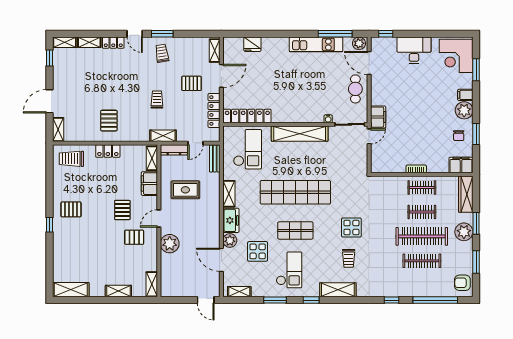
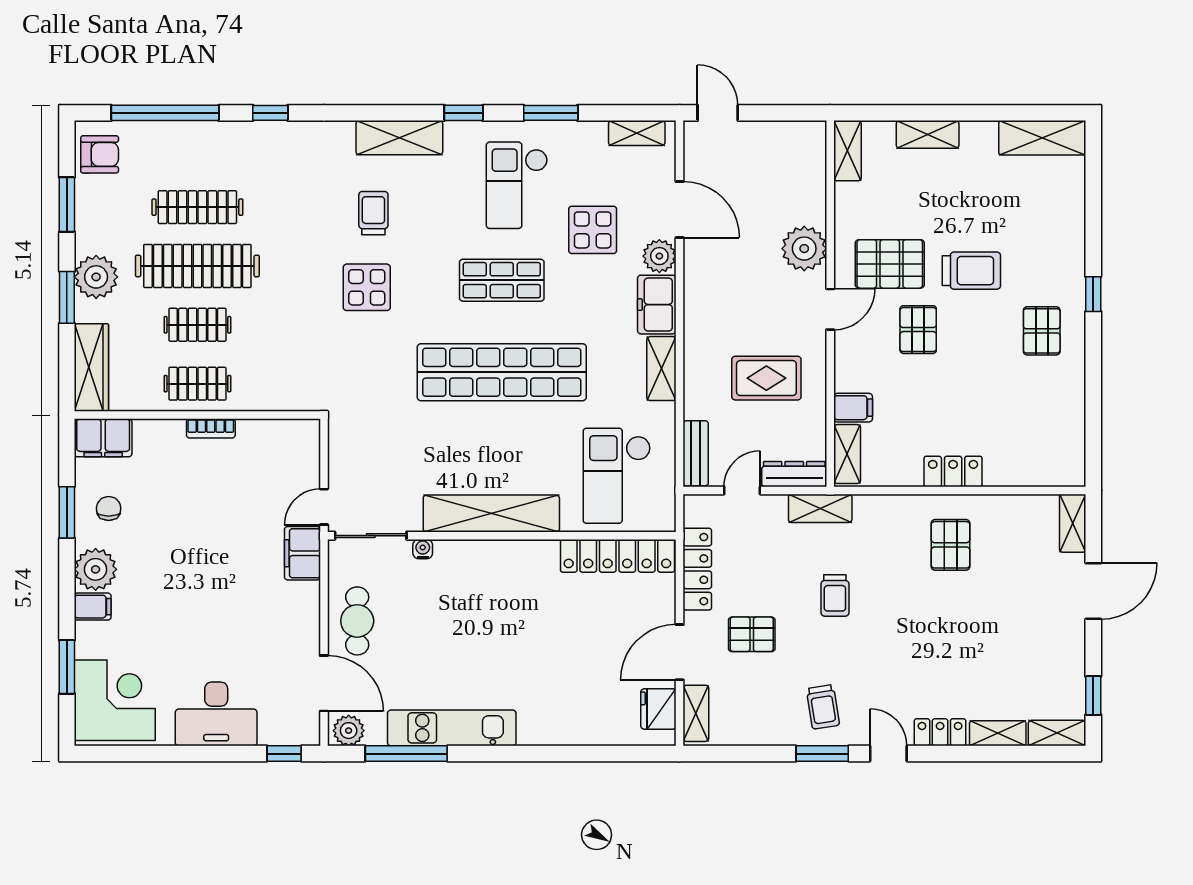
fridge: (252, 44) -> (658, 709), moved, turned -90
trolley: (71, 159) -> (971, 271), moved
filing cabinet: (149, 184) -> (853, 408), width x0.50
pallet: (71, 209) -> (1042, 331), turned 90
pallet: (134, 237) -> (890, 264), width x1.50, depth x1.42

